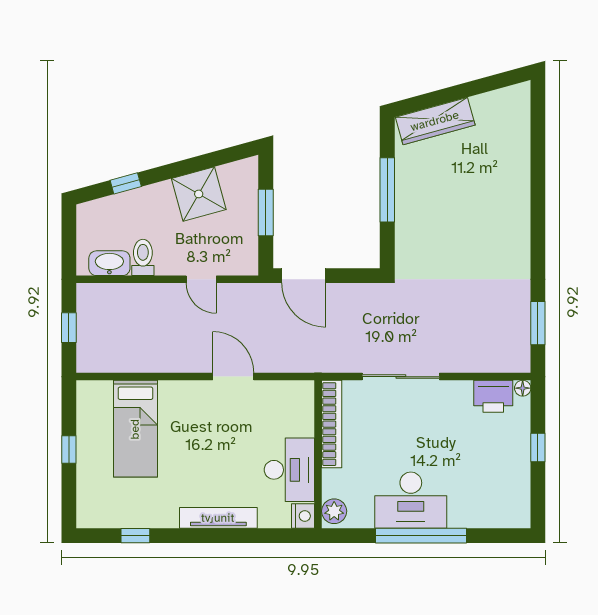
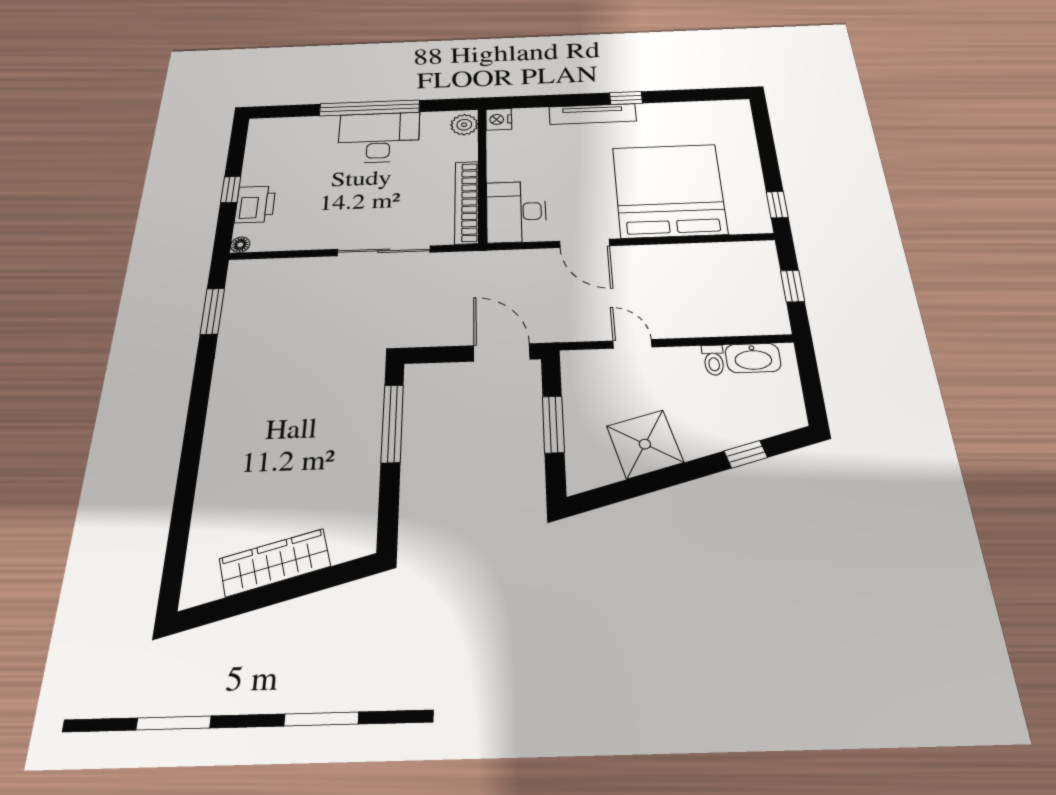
wardrobe: (435, 121) -> (275, 563), moved
window: (387, 190) -> (392, 423), moved
toilet: (143, 257) -> (714, 360), width x0.73, depth x0.72
printer: (493, 396) -> (255, 204), moved, turned 90
bed: (135, 429) -> (669, 190), width x2.04
window: (69, 449) -> (777, 205), moved
desk: (289, 470) -> (516, 212), moved
window: (135, 536) -> (626, 98), moved

